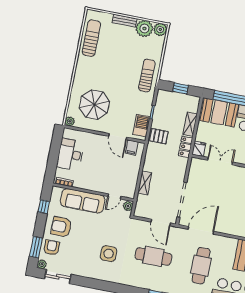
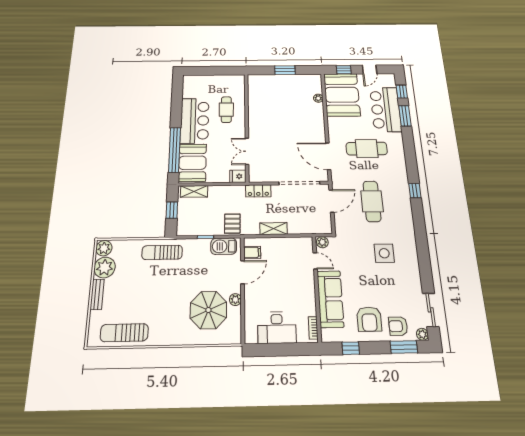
plant: (70, 121) -> (235, 300), moved
shelving: (190, 124) -> (194, 191), moved
locker: (186, 147) -> (258, 191), moved
shelving: (145, 183) -> (274, 229), moved

